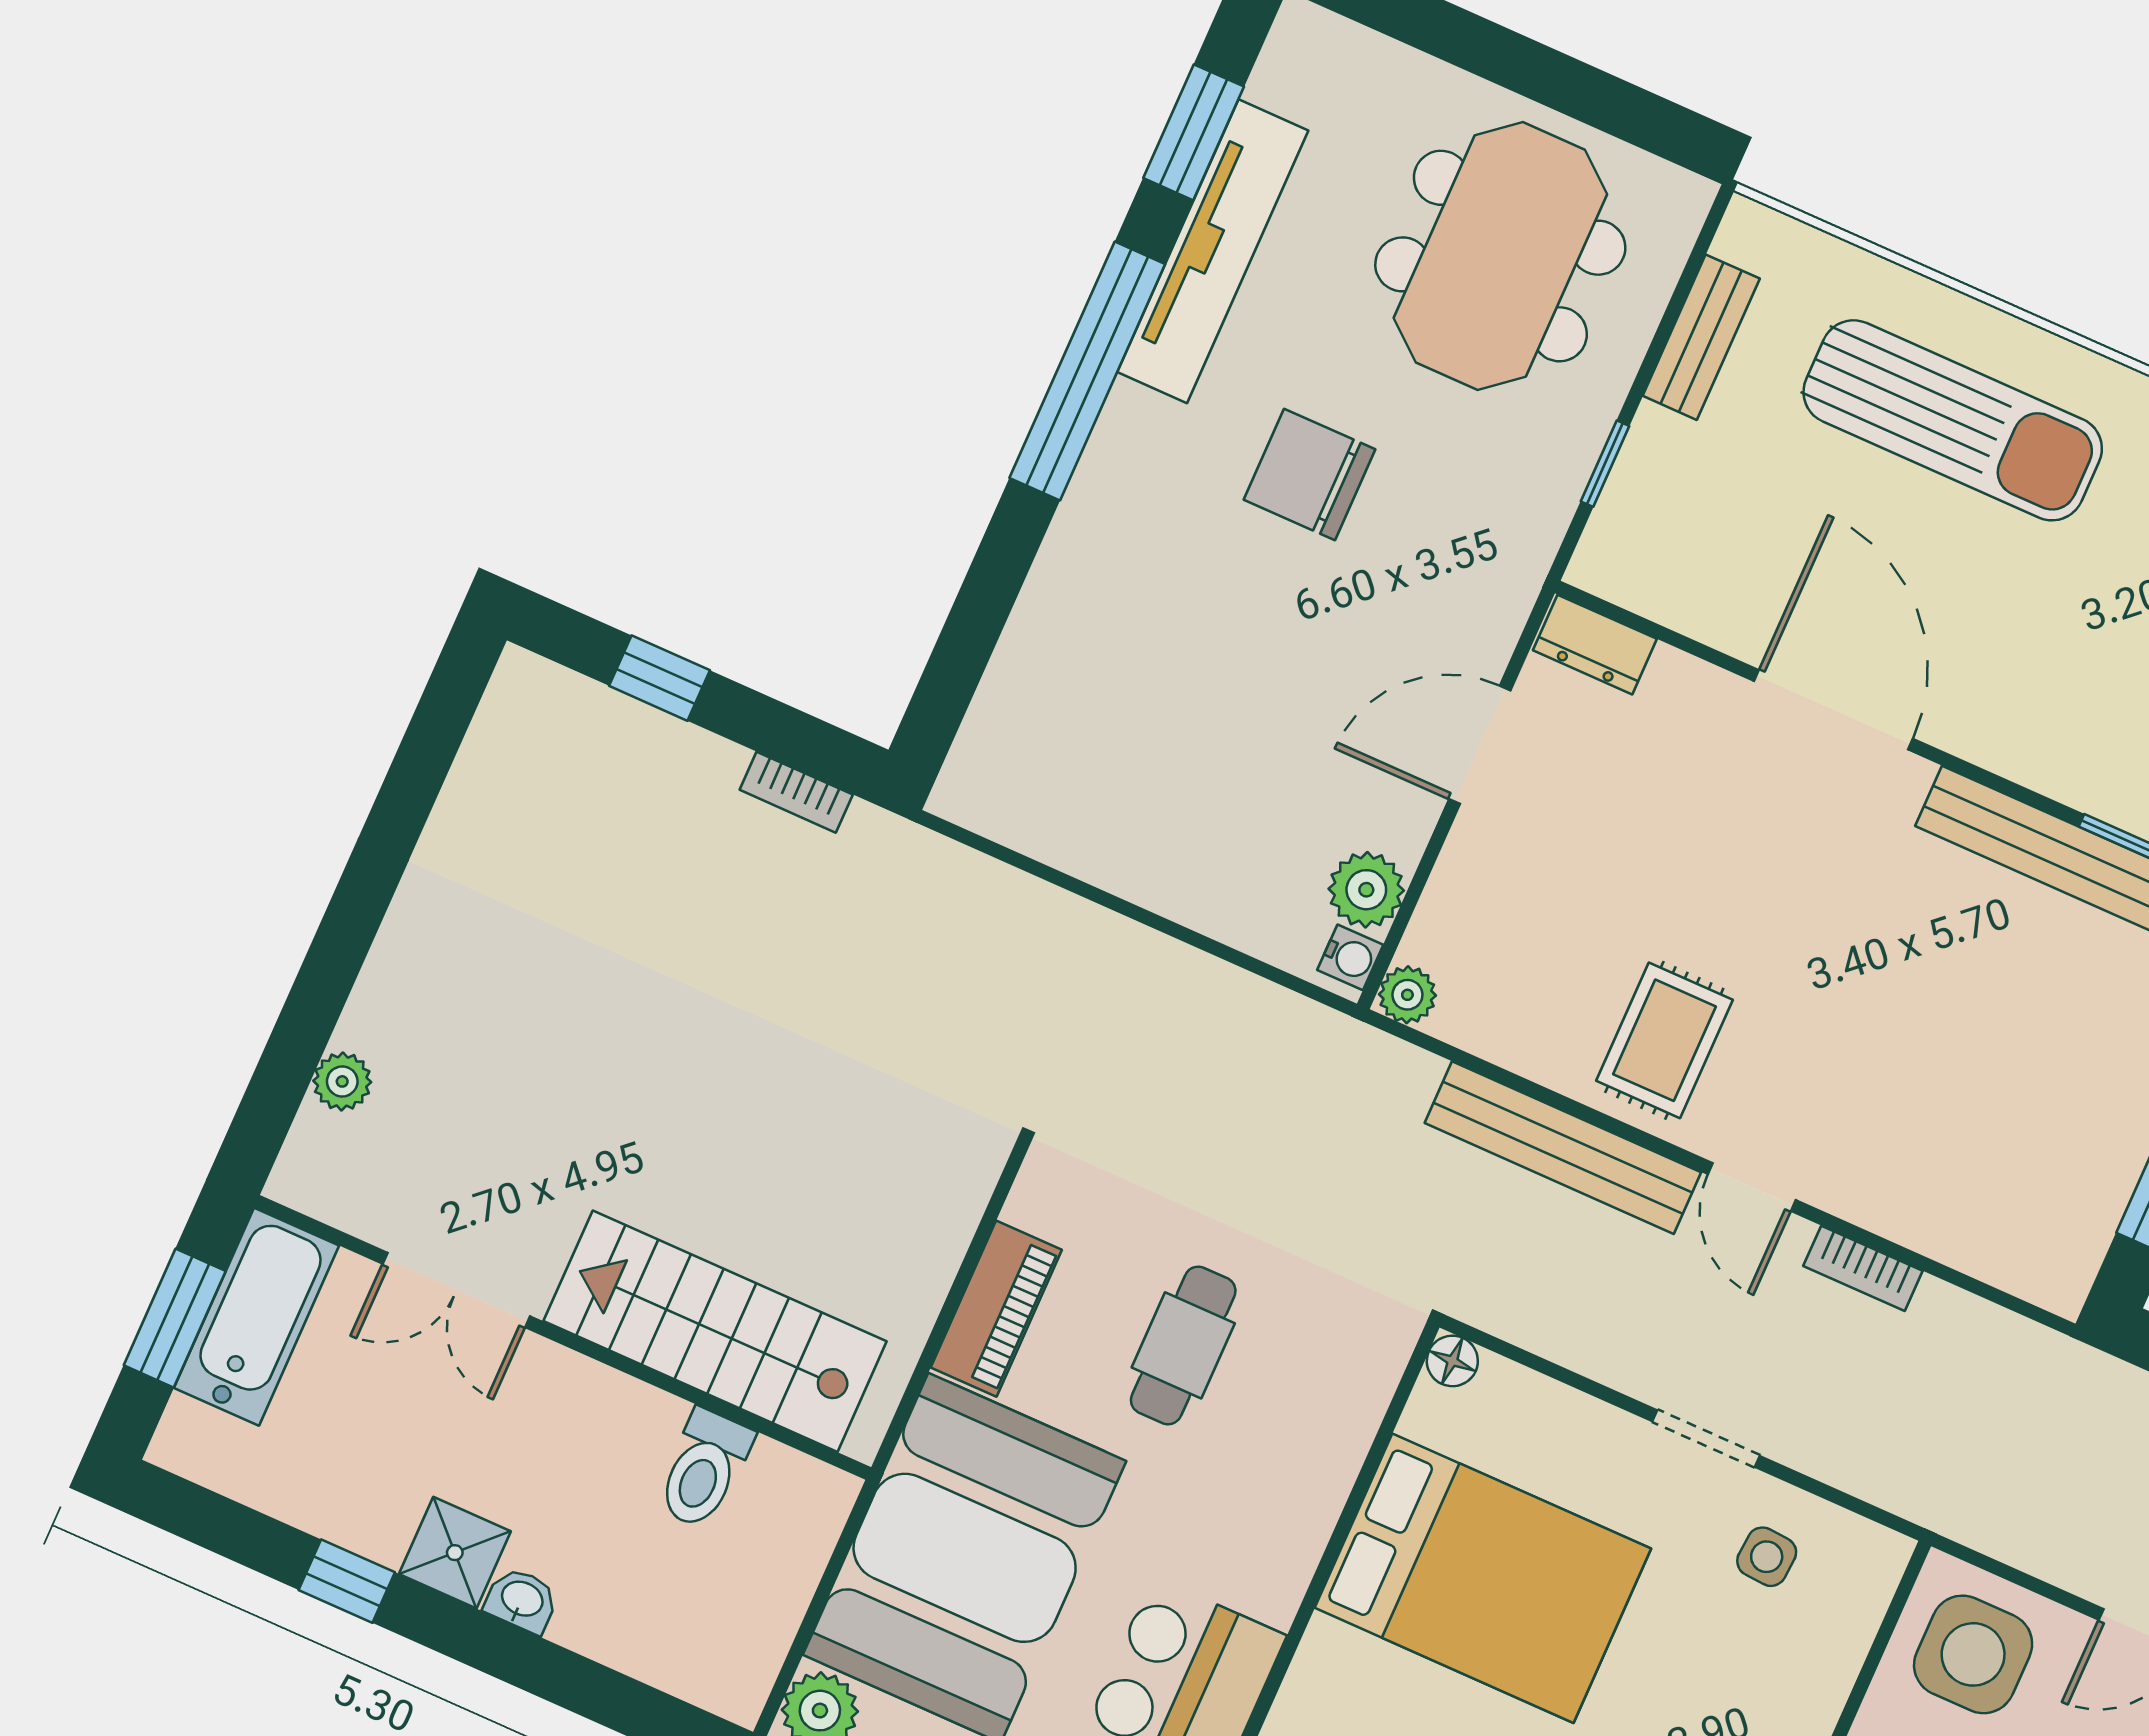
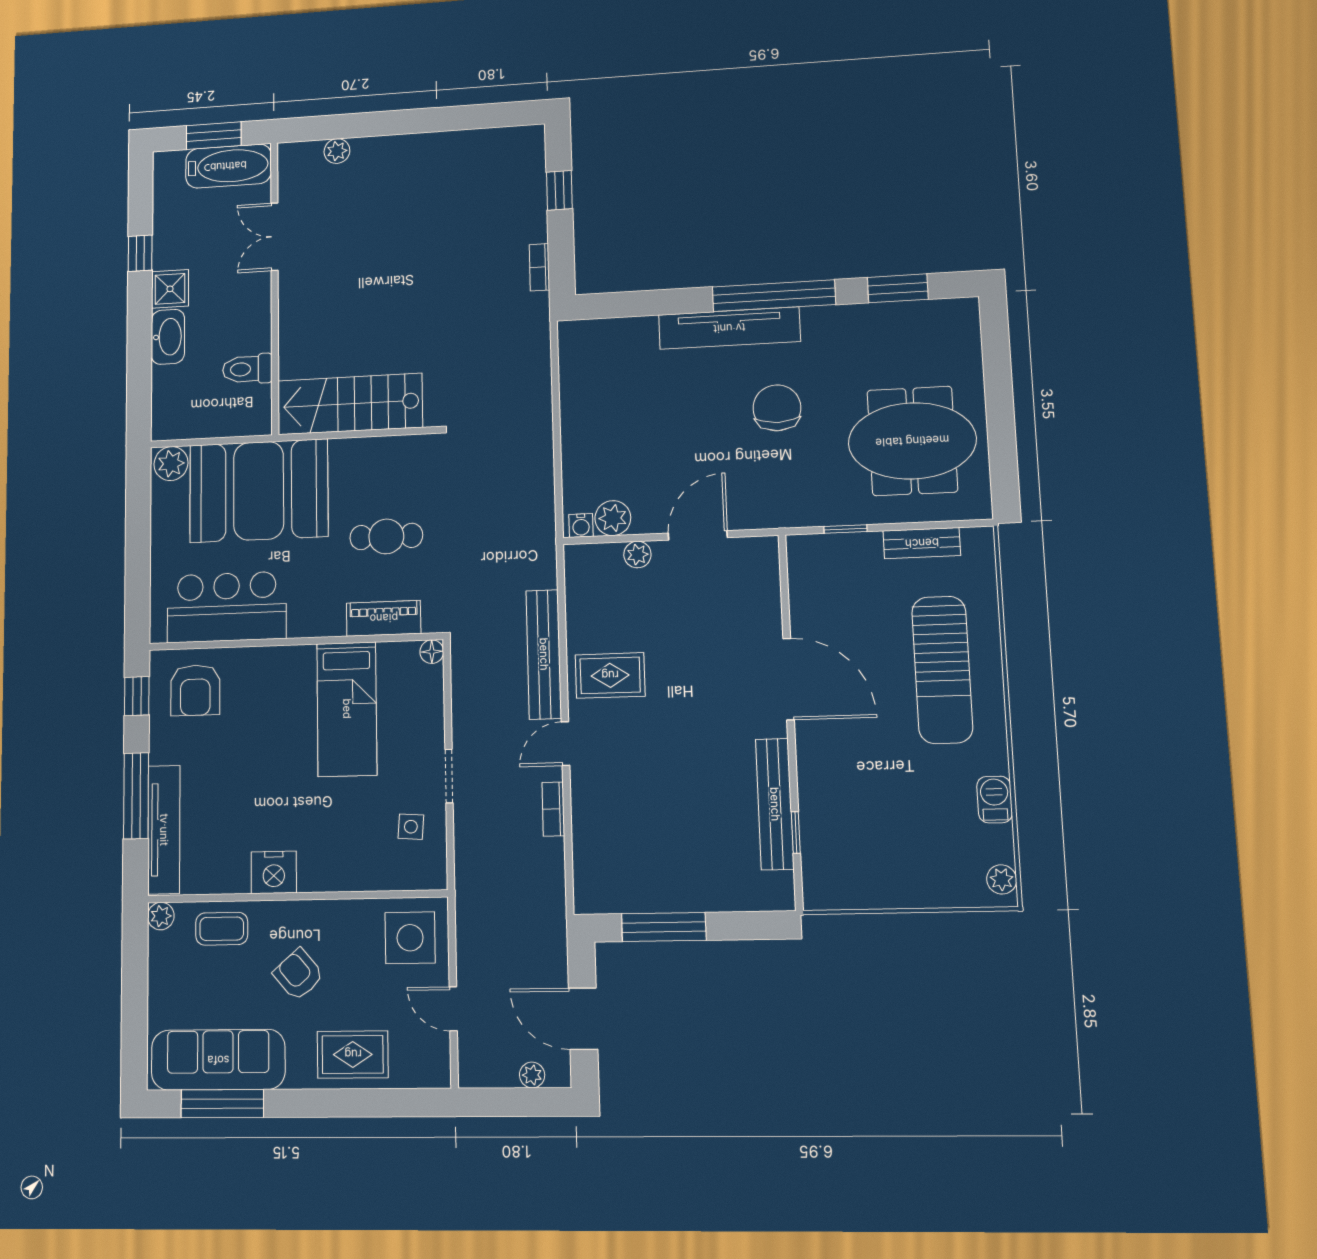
tv unit: (1213, 251) -> (729, 328), moved
dresser: (1595, 645) -> (765, 563), removed
door: (1834, 710) -> (789, 679), hinge flipped
door: (1480, 745) -> (698, 535), hinge flipped
plant: (1407, 995) -> (637, 555), moved
piano: (996, 1309) -> (384, 618), moved, turned 180
stairs: (715, 1331) -> (350, 404), moved, turned -90
bed: (1483, 1578) -> (347, 709), width x0.67
washbasin: (522, 1600) -> (168, 337), width x1.91, depth x1.45

